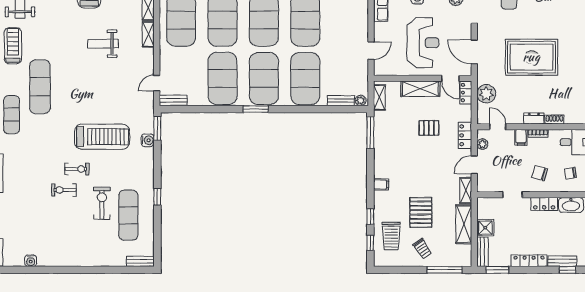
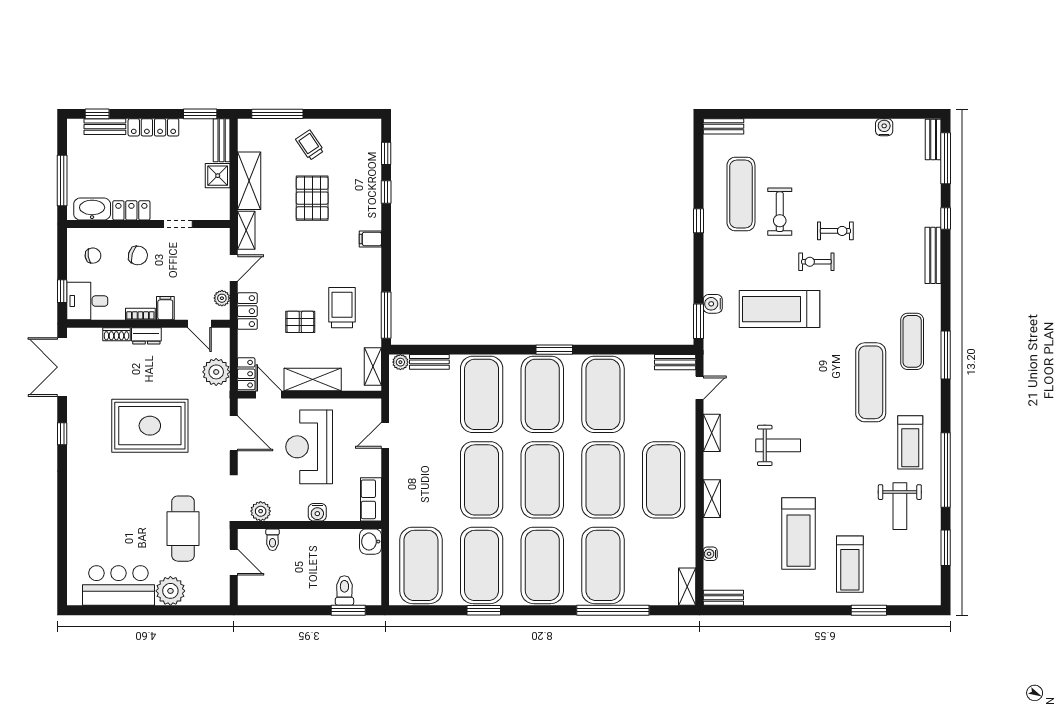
shelving: (148, 34) -> (712, 433), moved
trolley: (391, 236) -> (342, 308), moved

